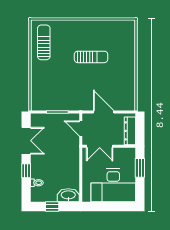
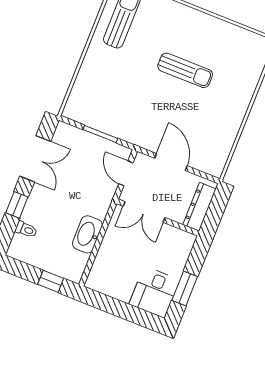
window: (140, 168) -> (185, 288), moved
desk: (113, 185) -> (154, 292), width x0.53, depth x0.77
washbasin: (68, 195) -> (87, 234), moved, turned -90
window: (52, 206) -> (51, 281), moved

